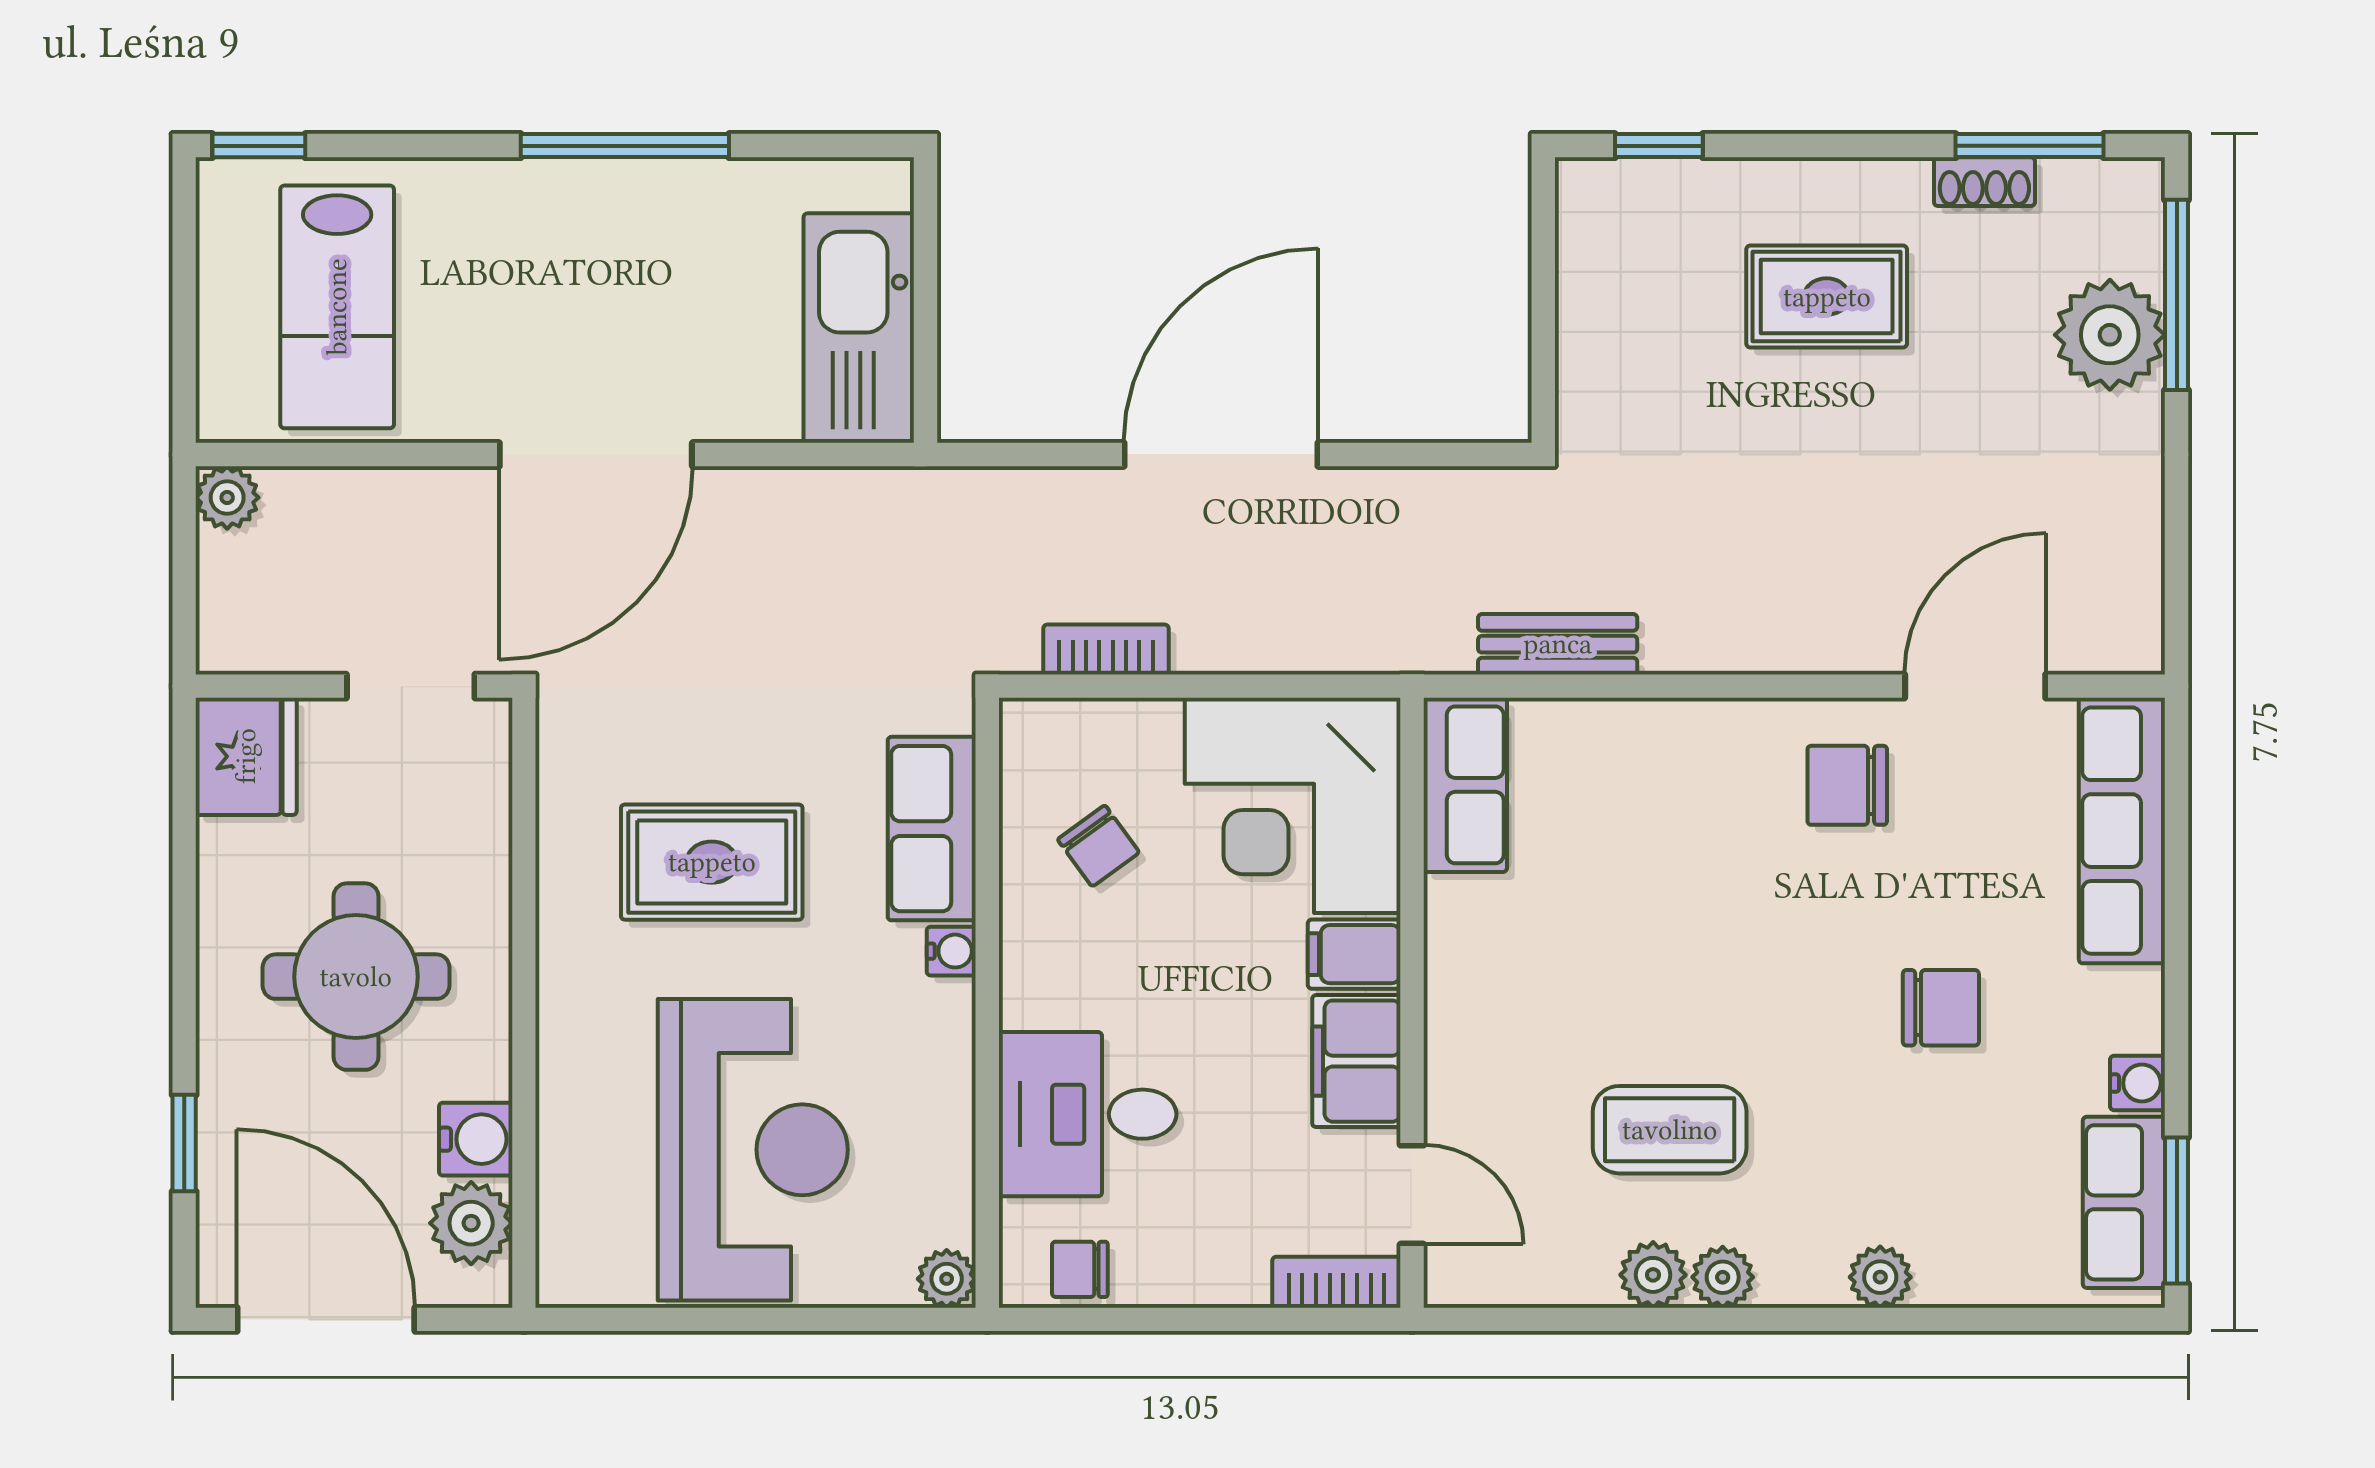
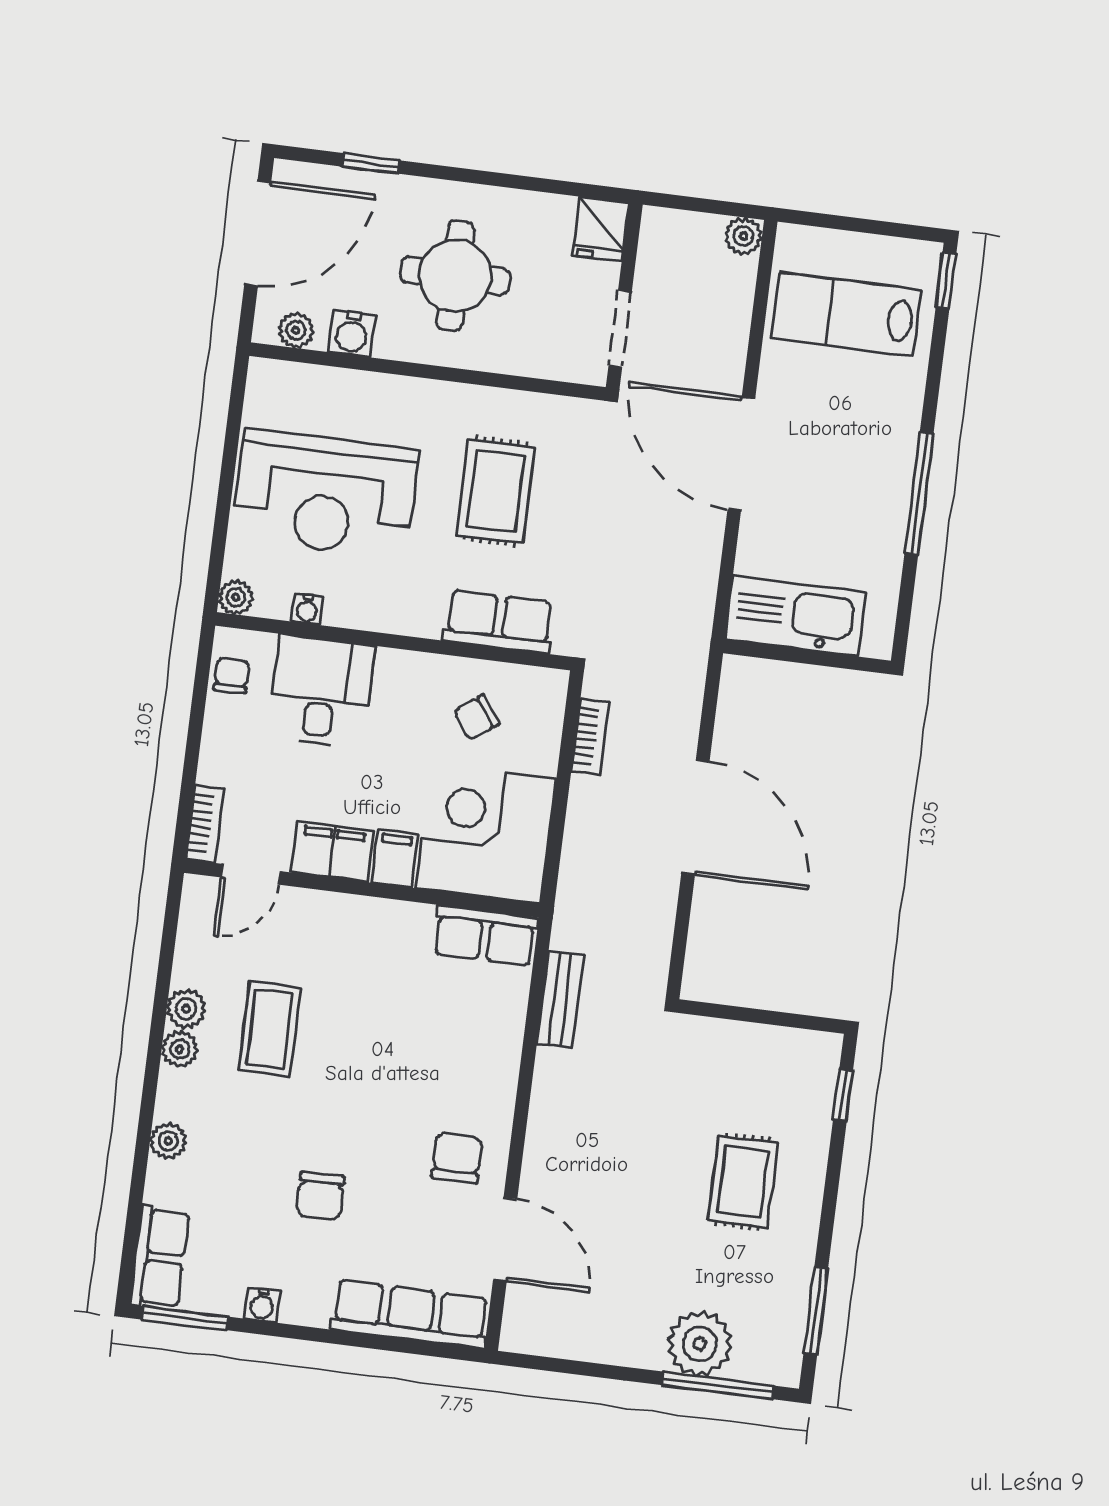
shoe rack: (1984, 182) -> (798, 1282), removed
fridge: (246, 756) -> (601, 229), width x0.72
water cooler: (951, 951) -> (307, 609), moved
row of seats: (2124, 1202) -> (159, 1257), moved, turned 90
plant: (471, 1223) -> (296, 330), width x0.73, depth x0.73

